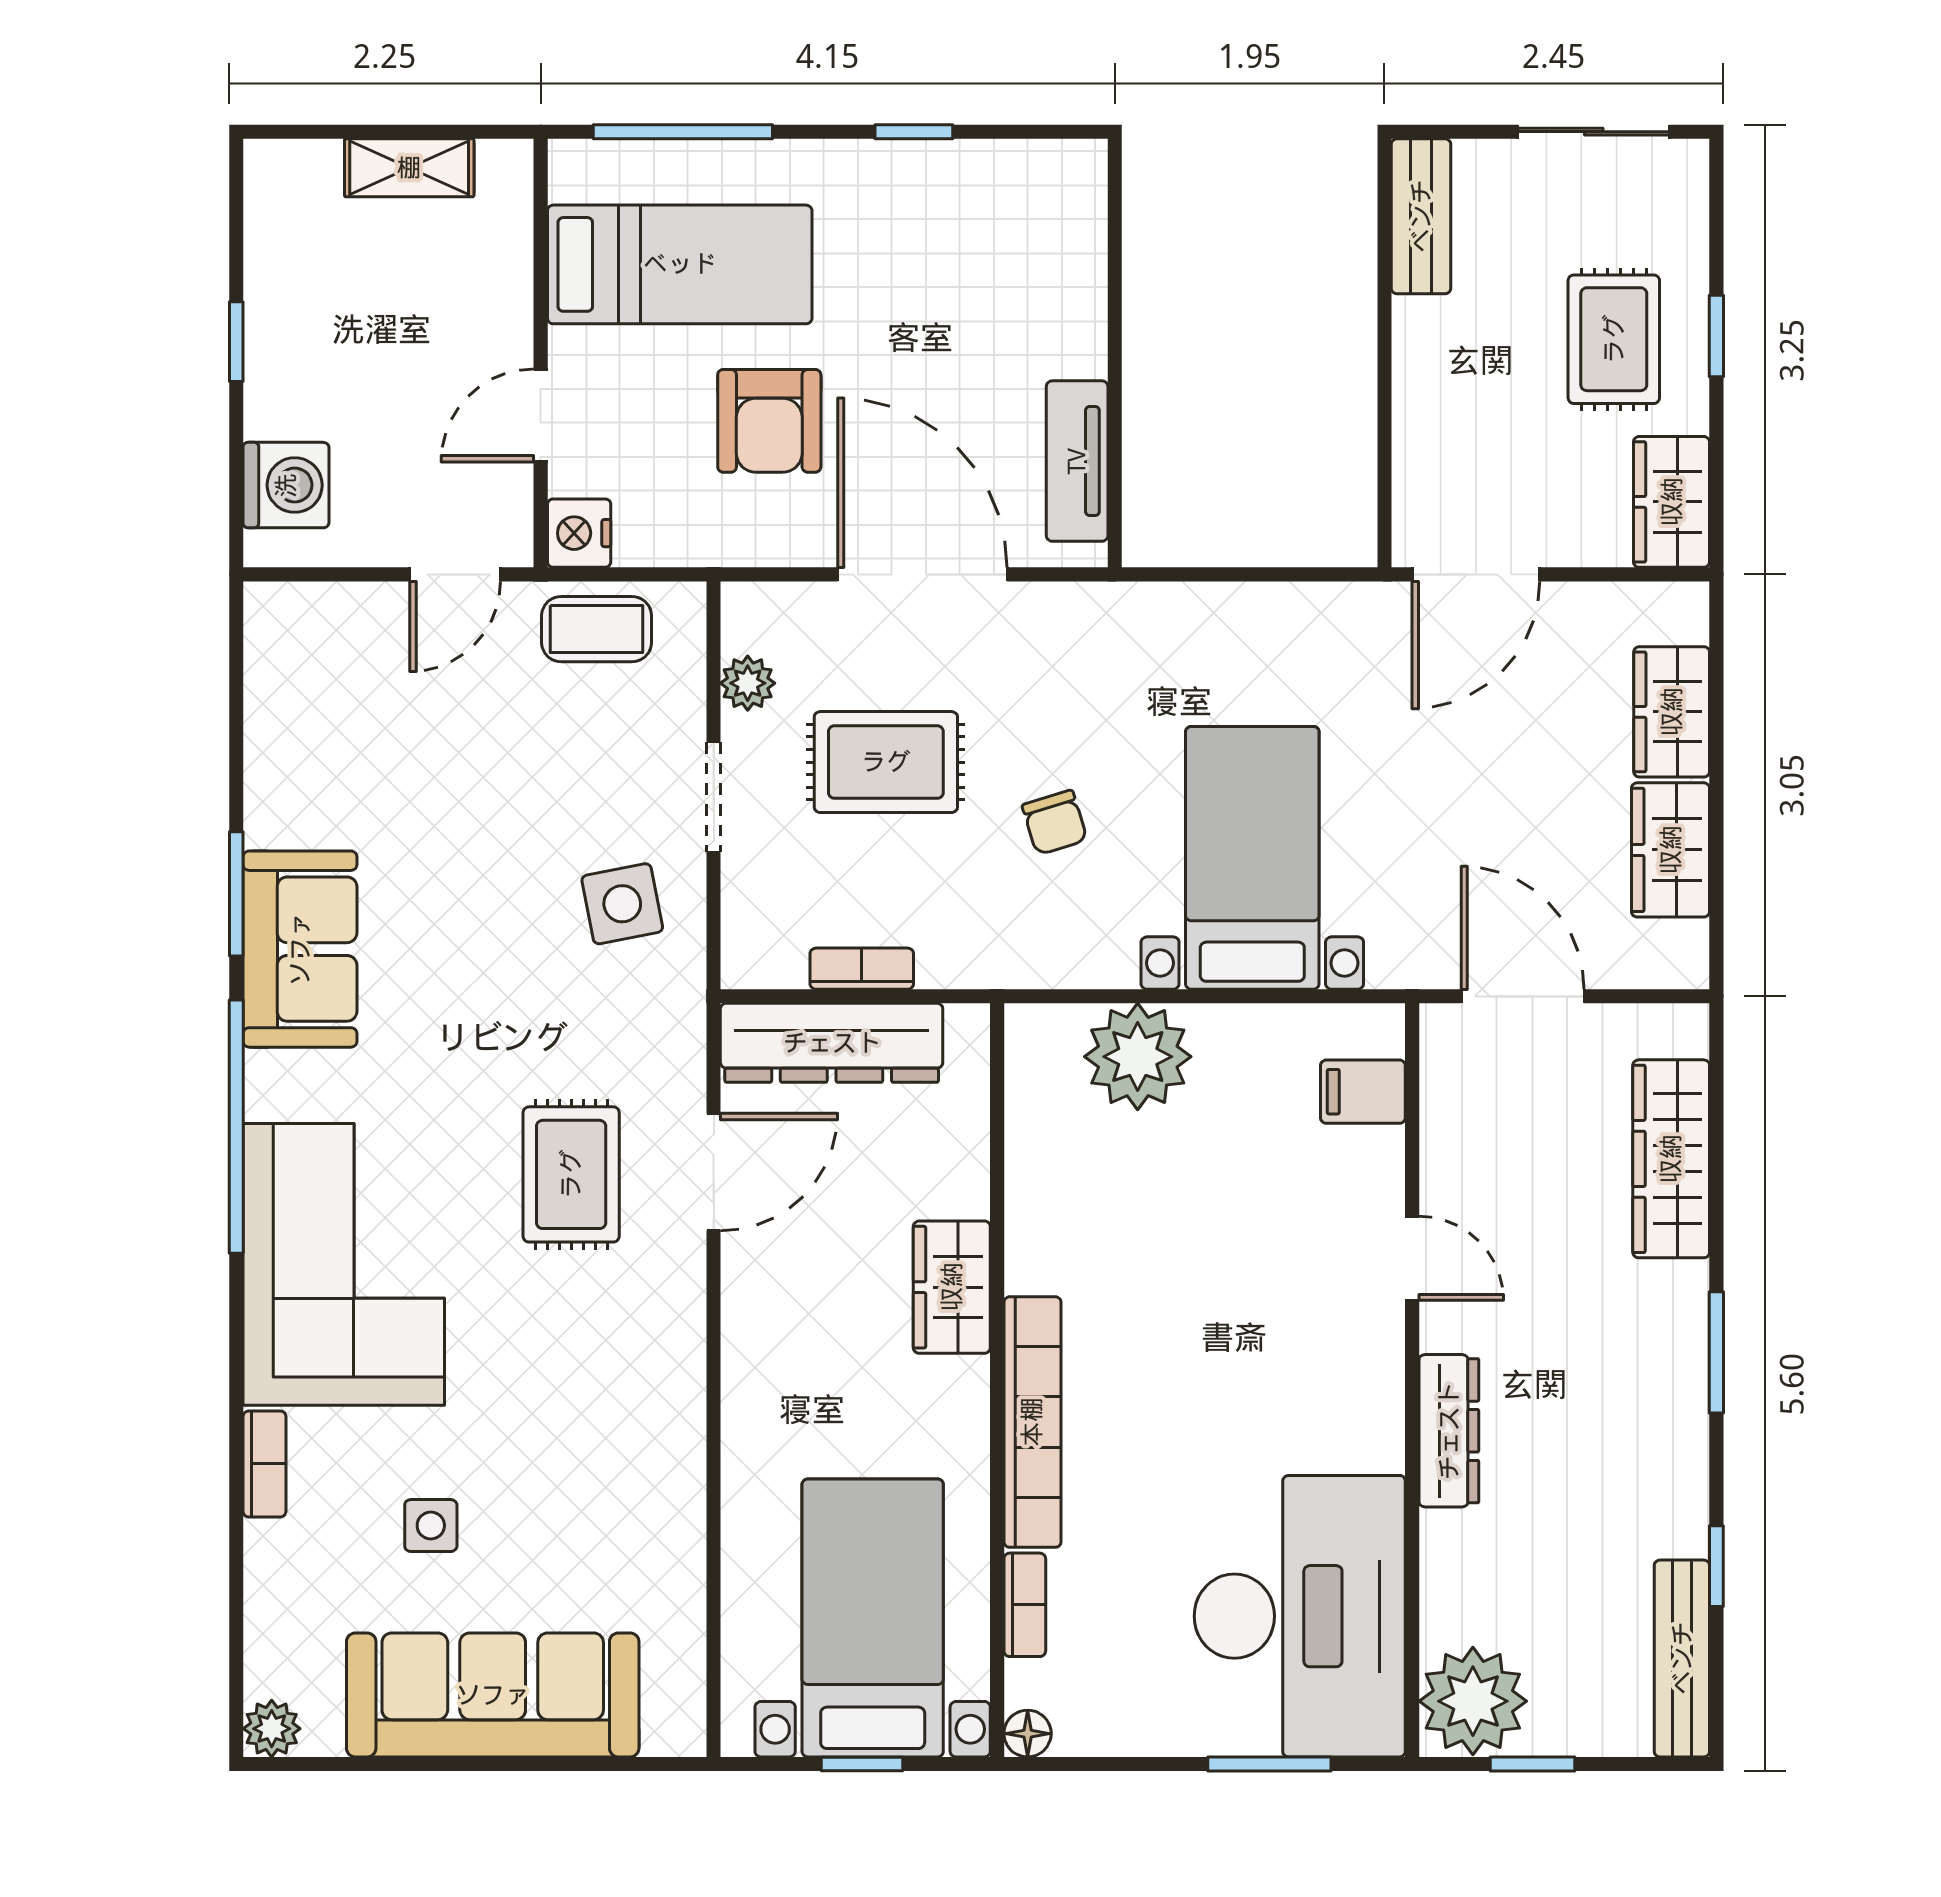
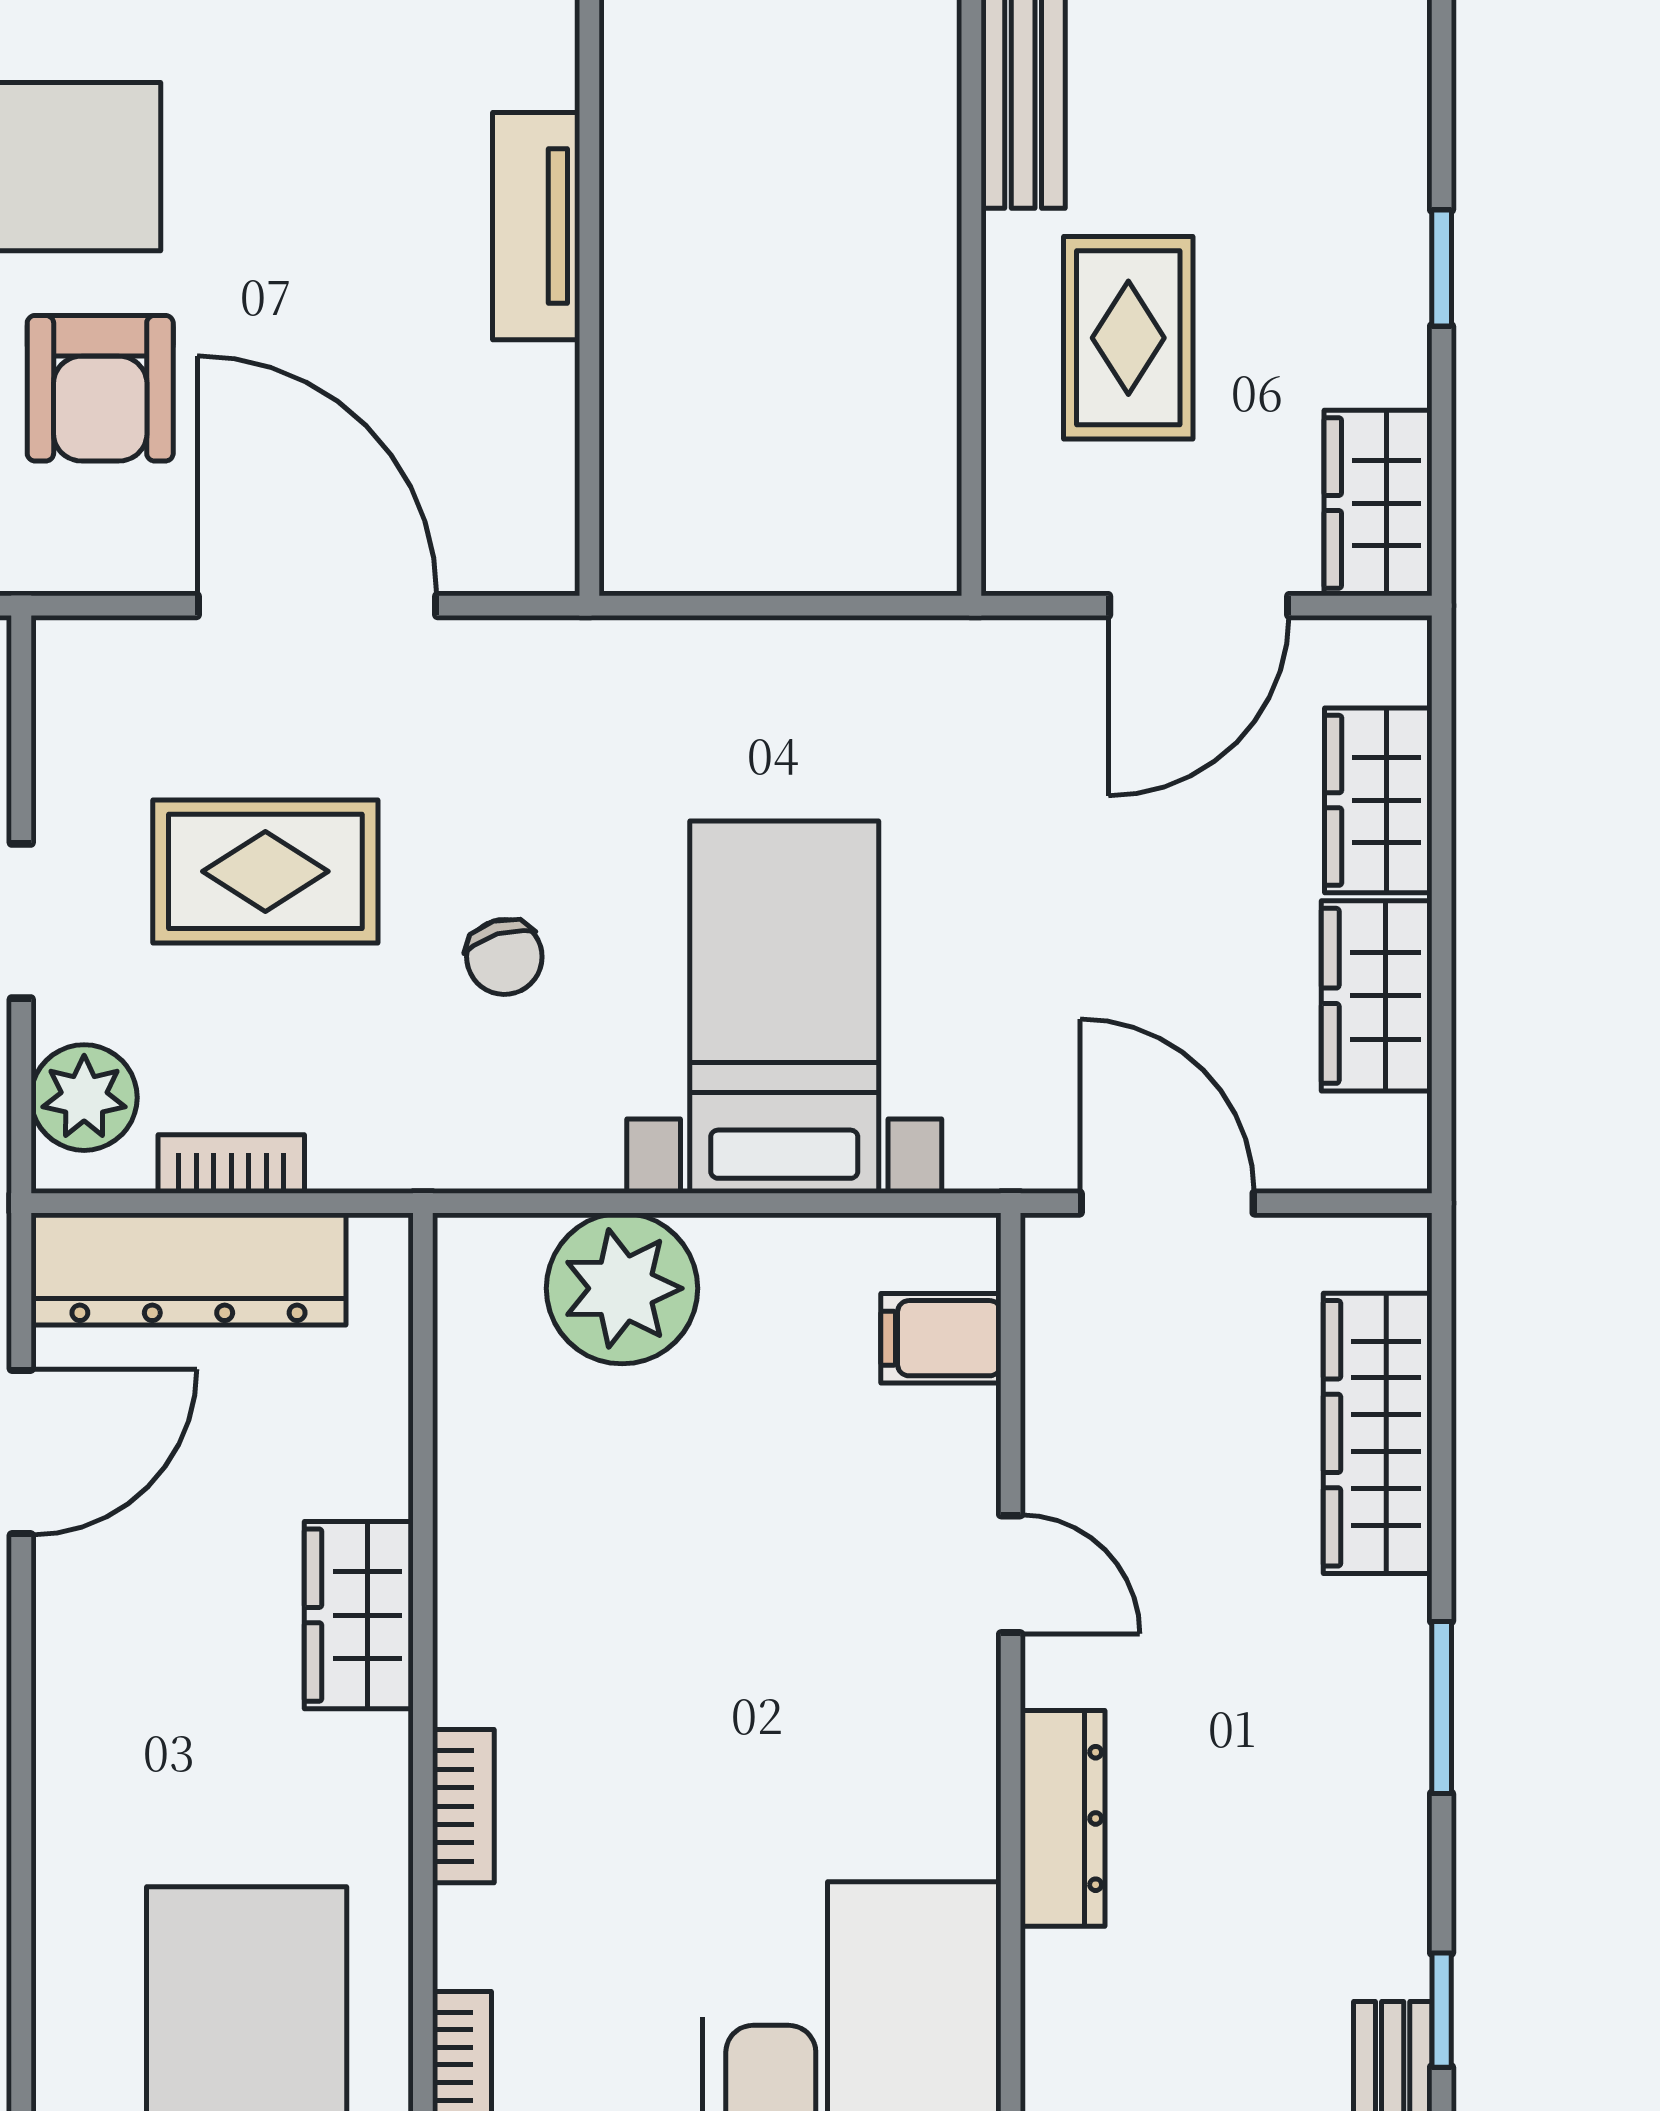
rug: (1614, 339) -> (1128, 338), moved
tv unit: (1077, 461) -> (536, 226), moved
door: (1476, 574) -> (1199, 606), moved
plant: (748, 683) -> (84, 1098), moved, width x1.38, depth x1.38
bookcase: (1032, 1422) -> (463, 1806), width x0.43, depth x0.76

